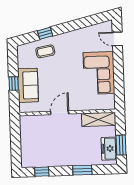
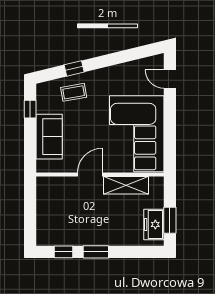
corner sofa: (99, 73) -> (137, 134), width x1.36, depth x1.36
window: (14, 83) -> (30, 109), moved
shelving: (98, 119) -> (126, 185), moved
window: (82, 170) -> (96, 252), moved

